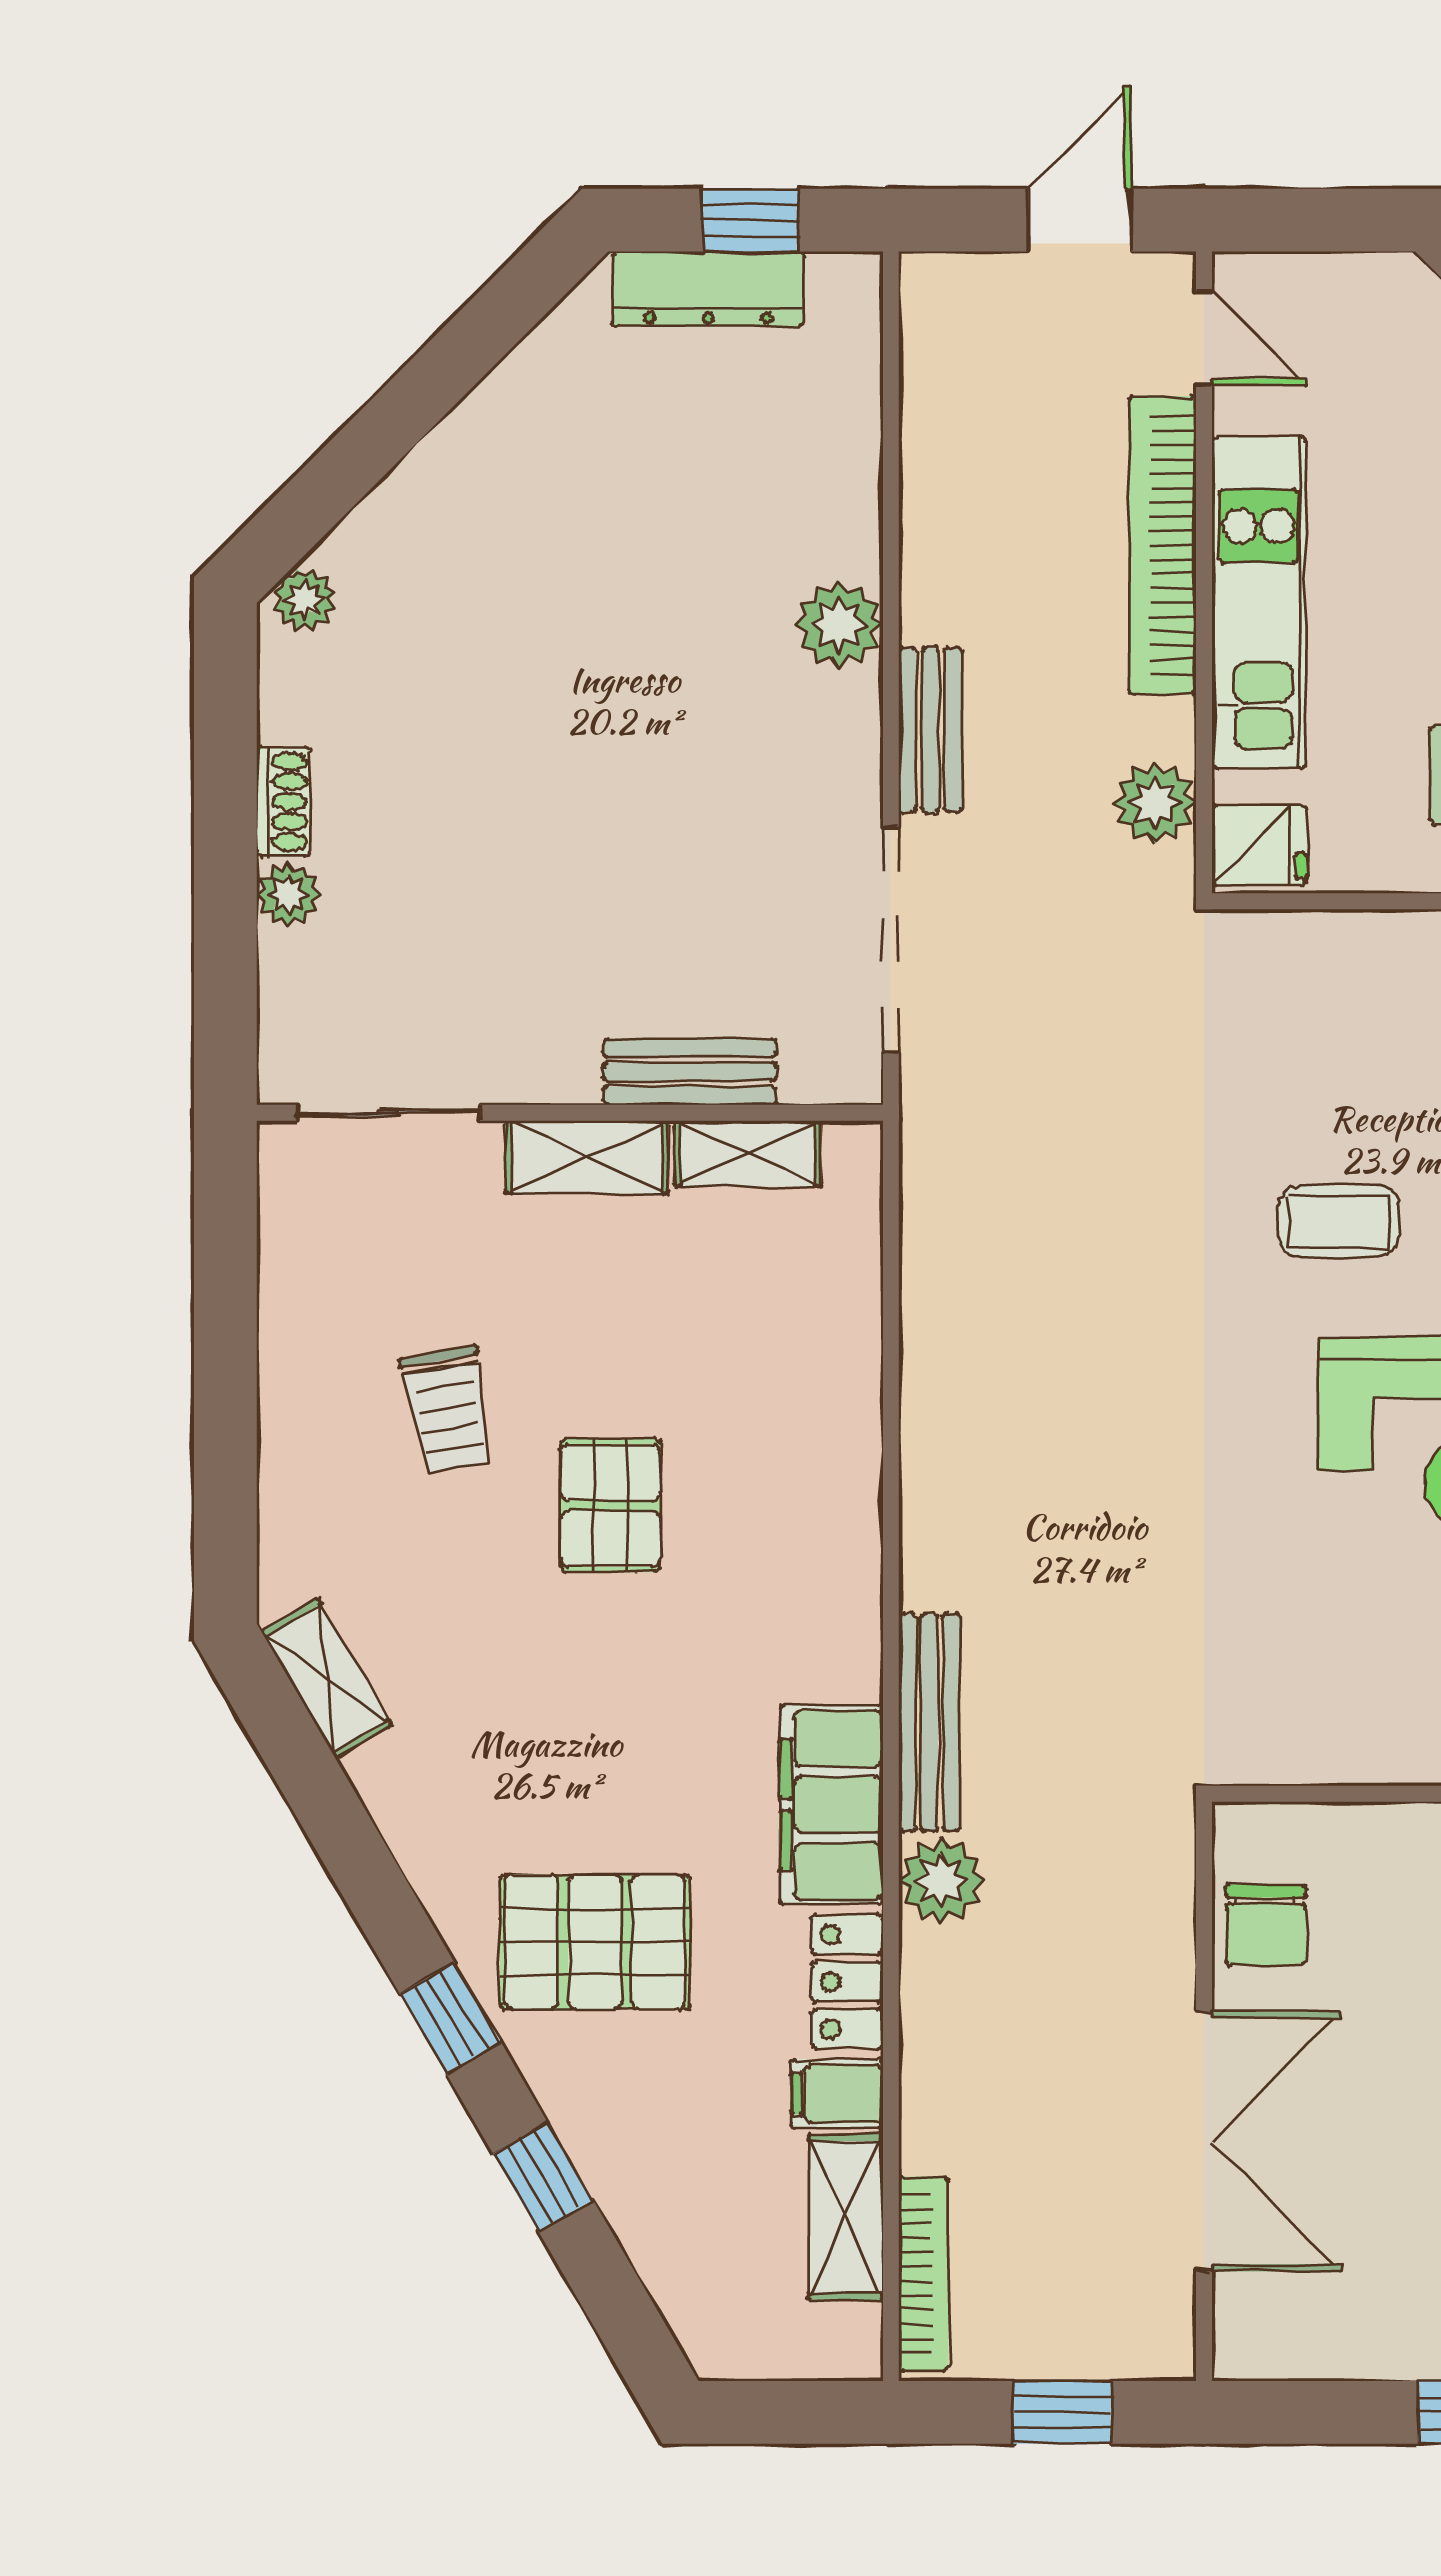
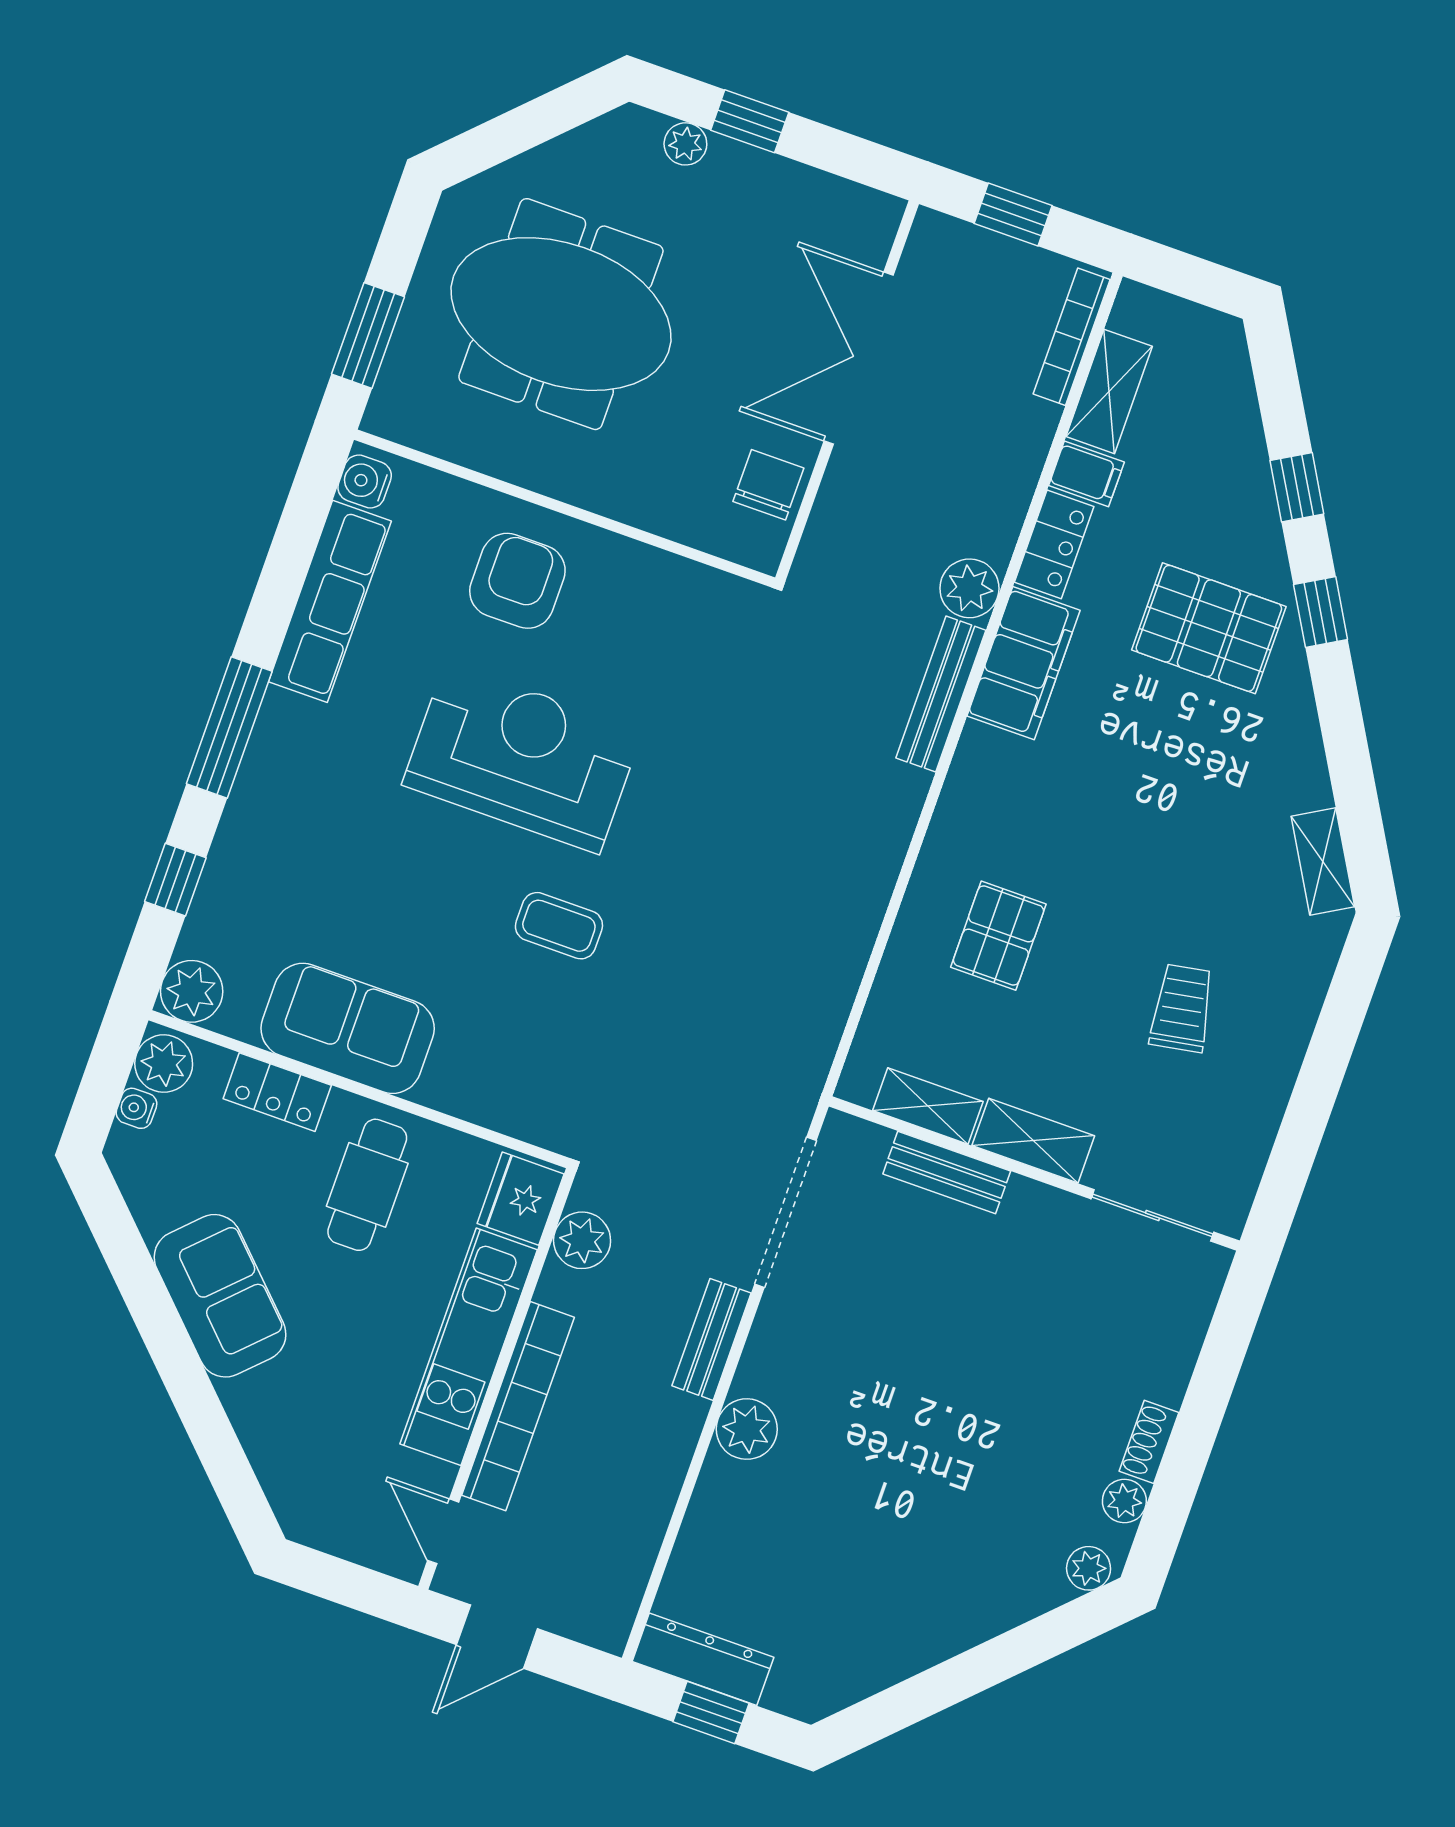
dresser: (708, 289) -> (703, 1659), moved
fridge: (1259, 845) -> (521, 1199), width x1.38
plant: (288, 894) -> (1124, 1501), moved
pallet: (611, 1506) -> (998, 936), moved

